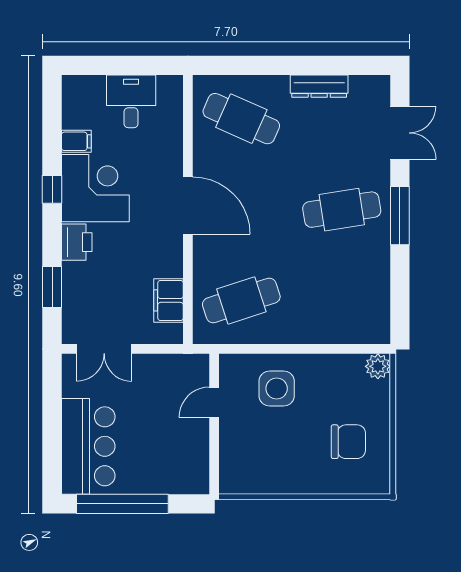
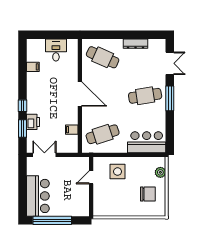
corner desk: (95, 188) -> (41, 87), removed
window: (52, 189) -> (22, 106), moved
printer: (77, 242) -> (33, 122), moved
filing cabinet: (168, 300) -> (72, 130), width x0.50
bar counter: (345, 319) -> (147, 142), added
double door: (104, 349) -> (44, 155), swing flipped
plant: (378, 366) -> (160, 172), moved

